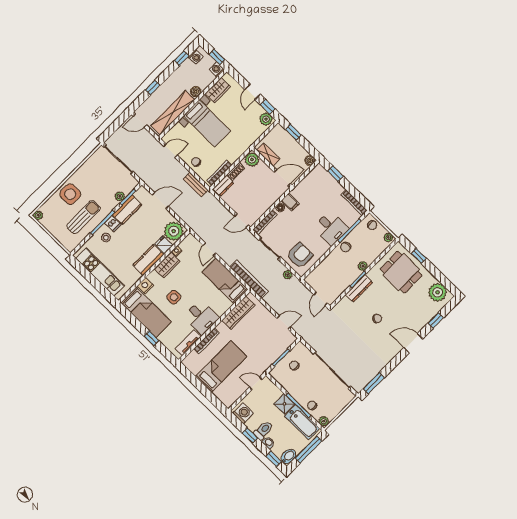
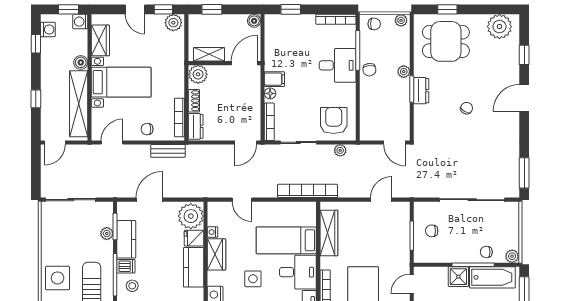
bed: (225, 281) -> (286, 240), moved
dresser: (359, 288) -> (421, 91), width x0.70

